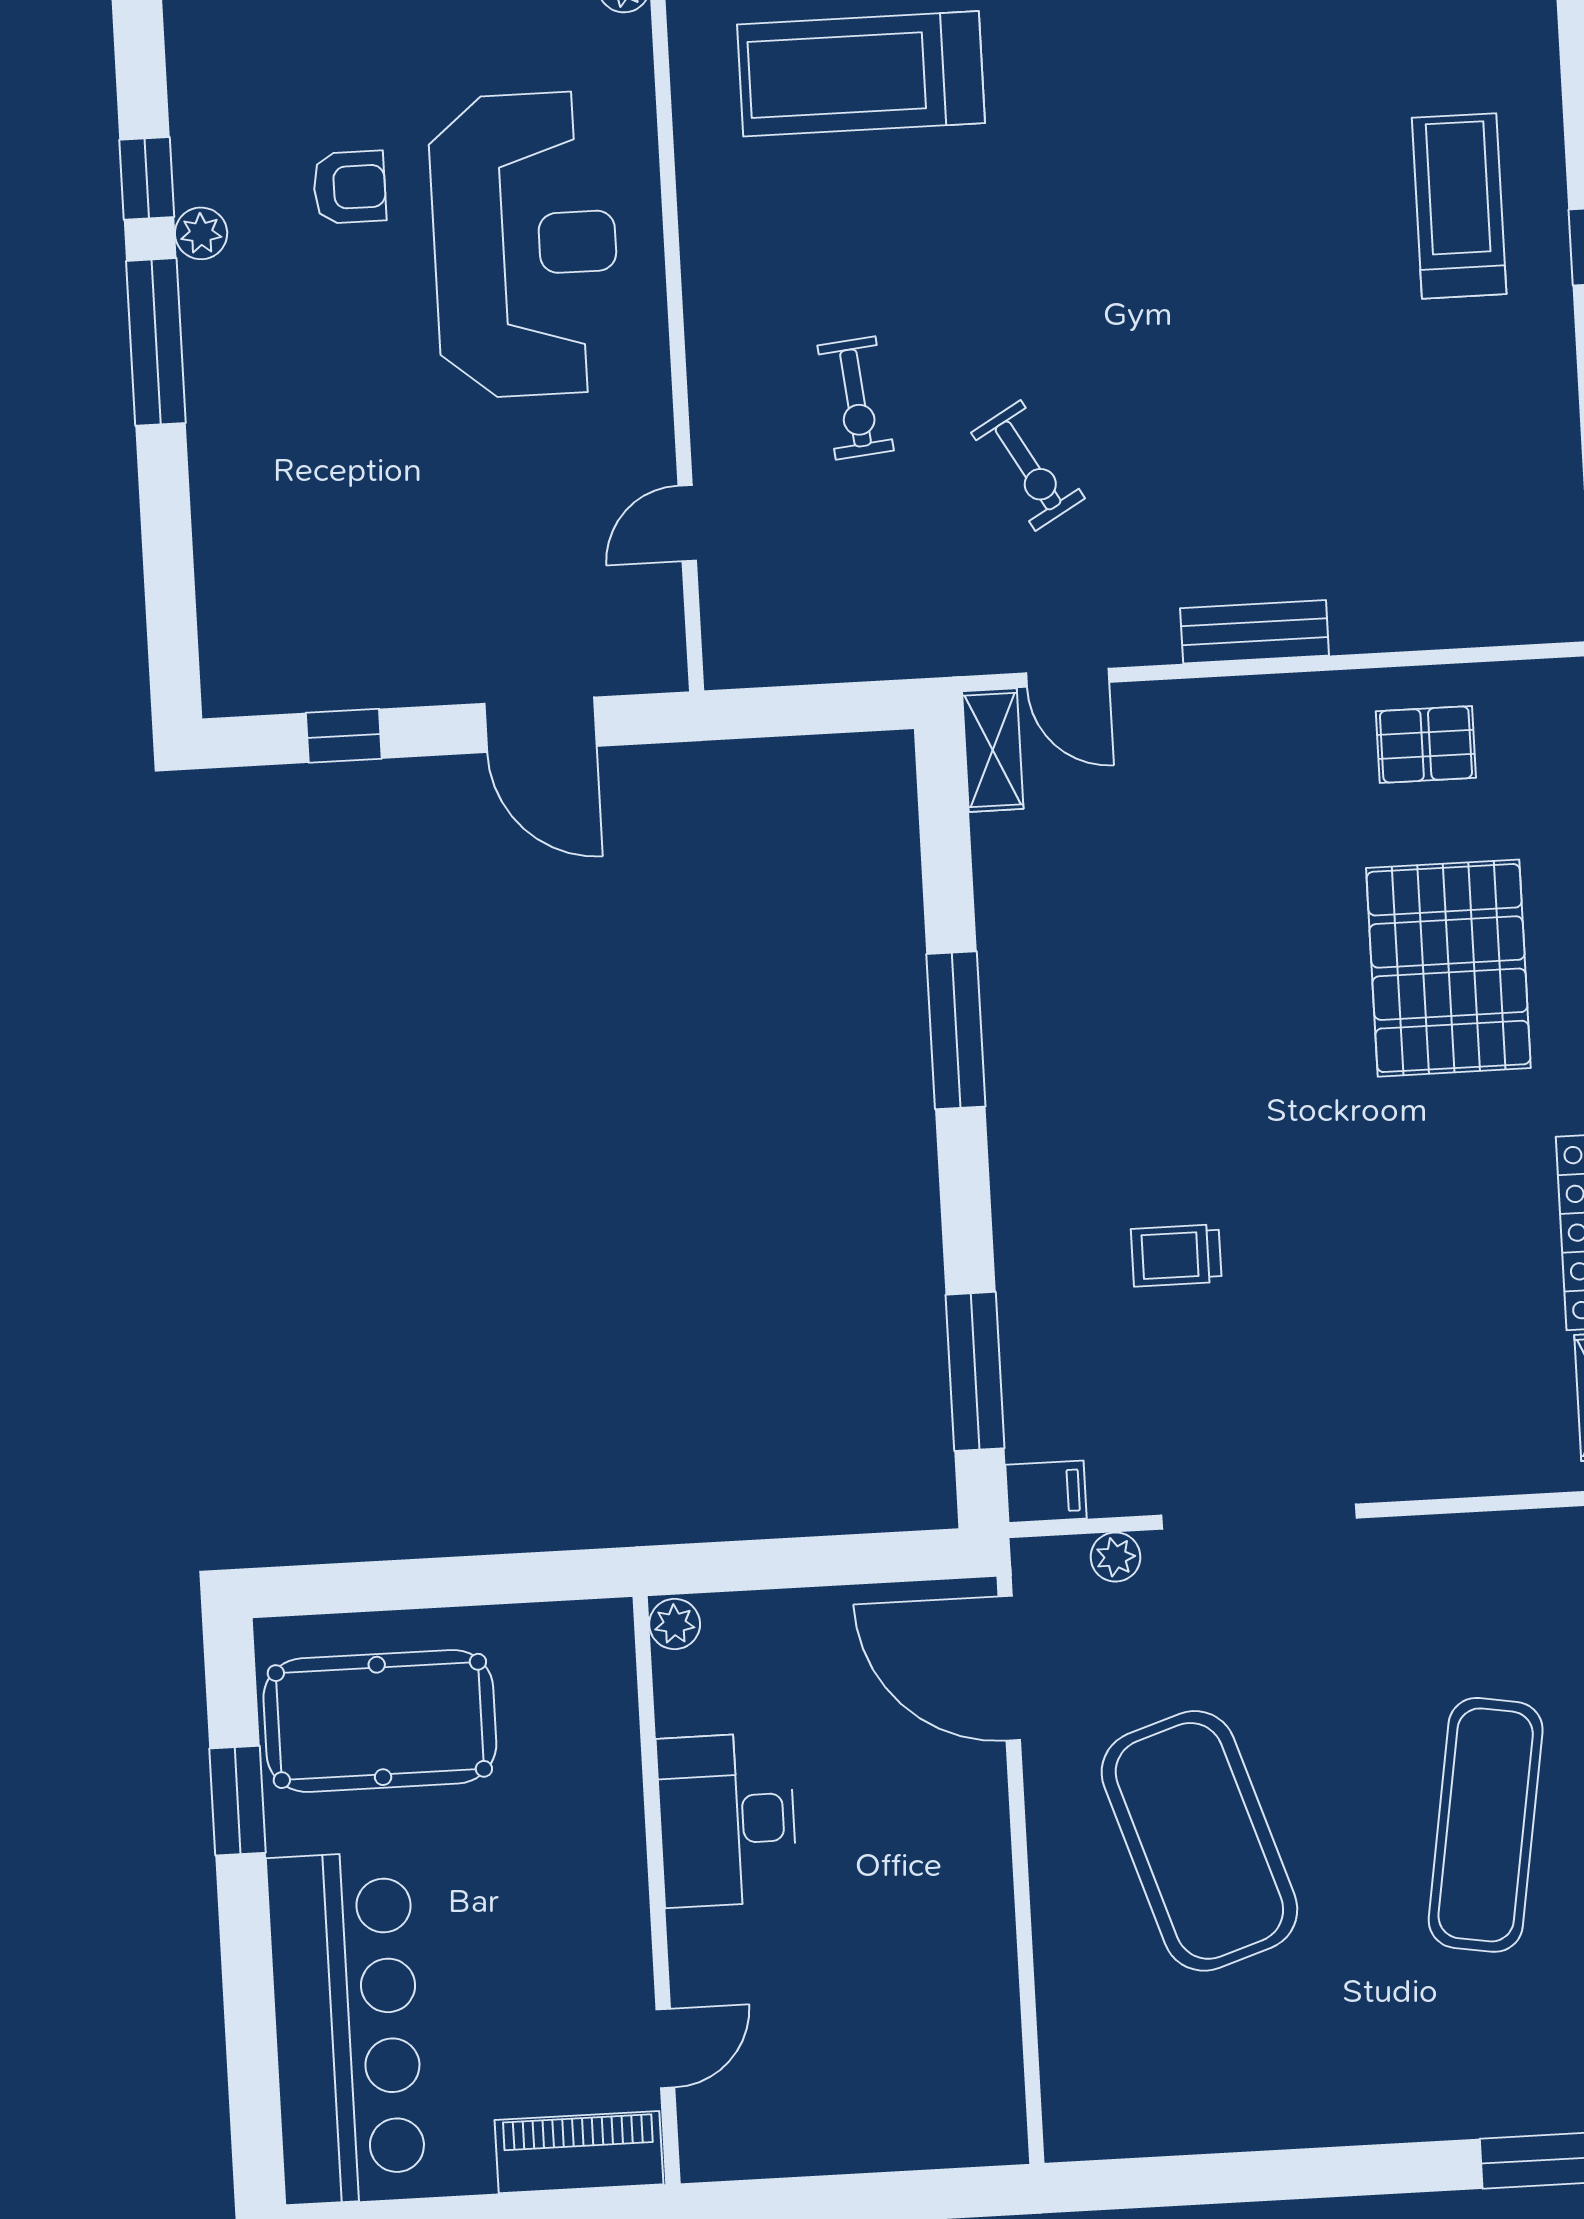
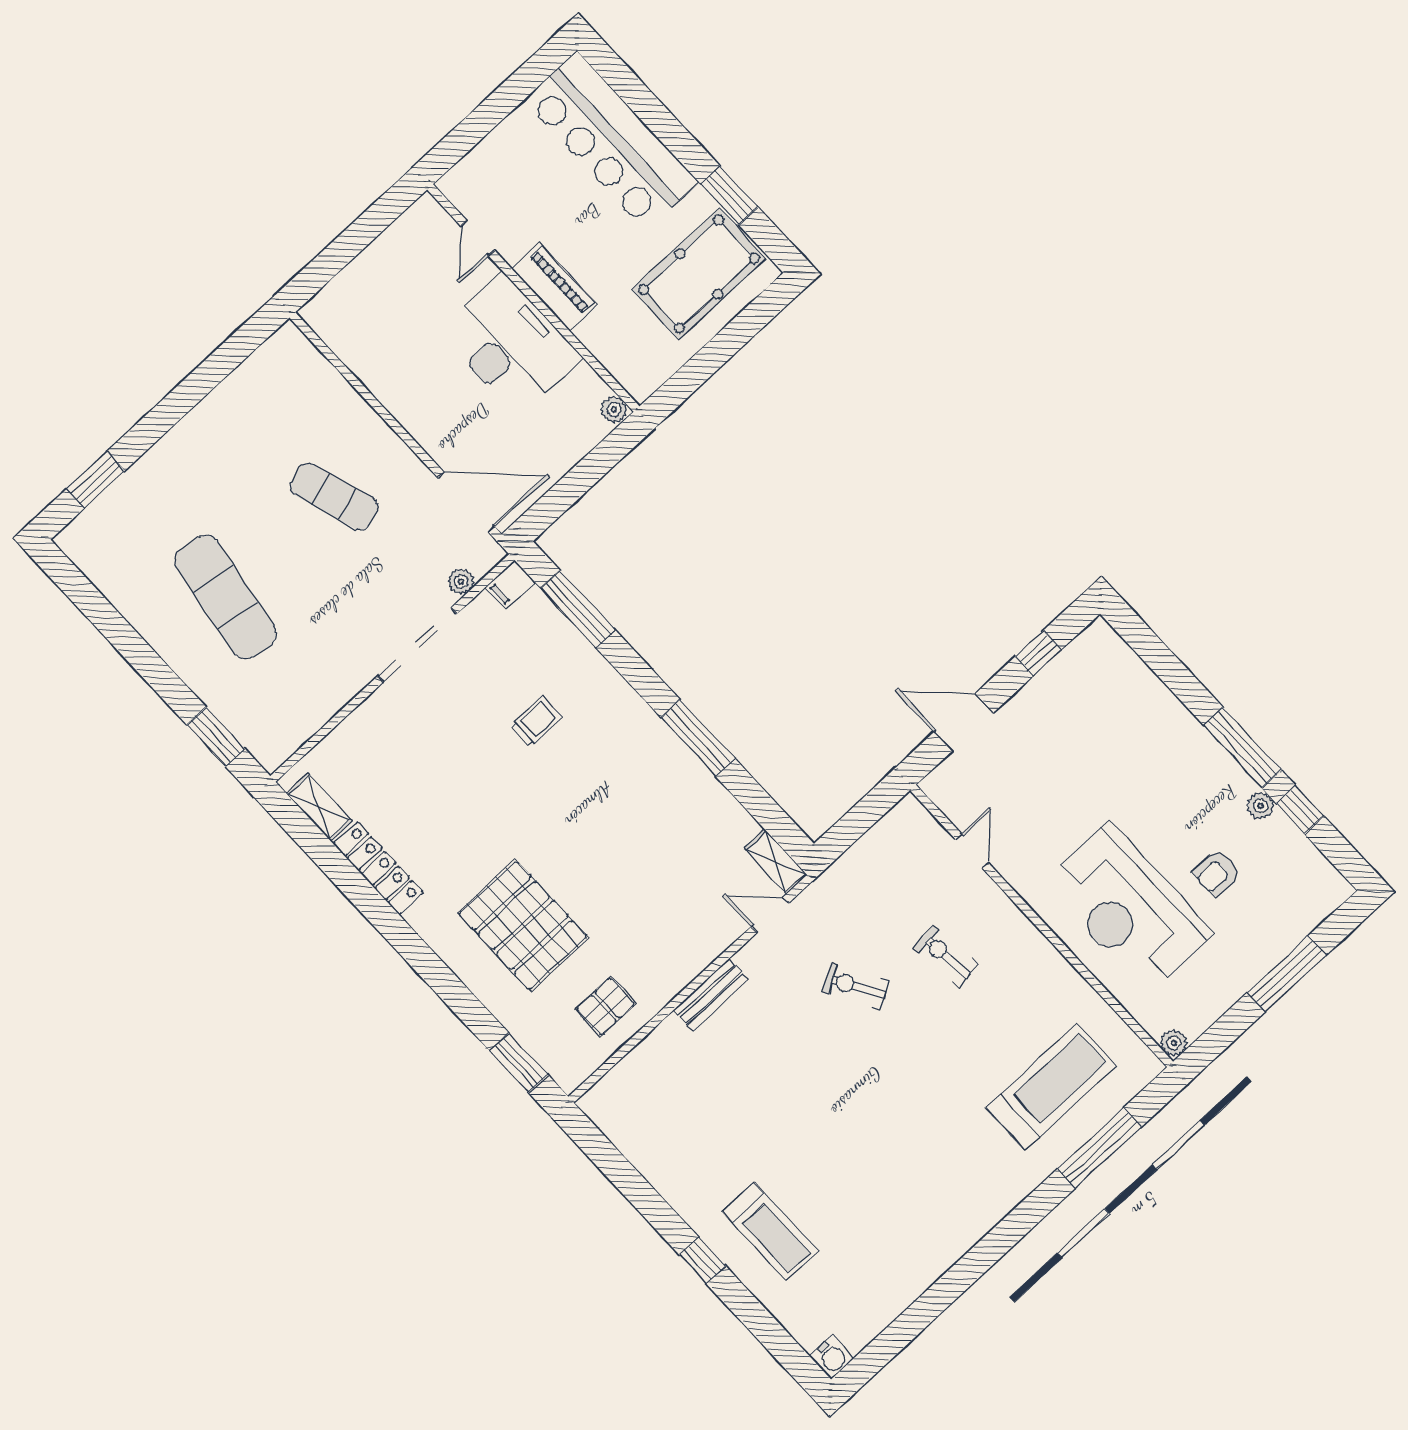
desk: (727, 1820) -> (510, 344), width x1.36, depth x1.30
exercise mat: (1199, 1841) -> (334, 496), width x0.50, depth x0.69
piano: (579, 2152) -> (554, 287), moved, turned -90

